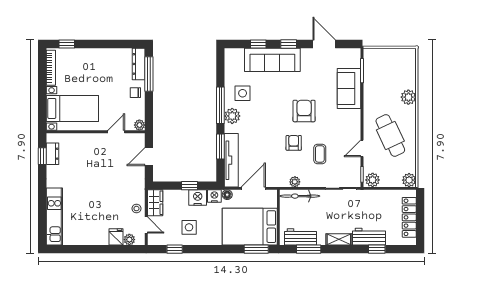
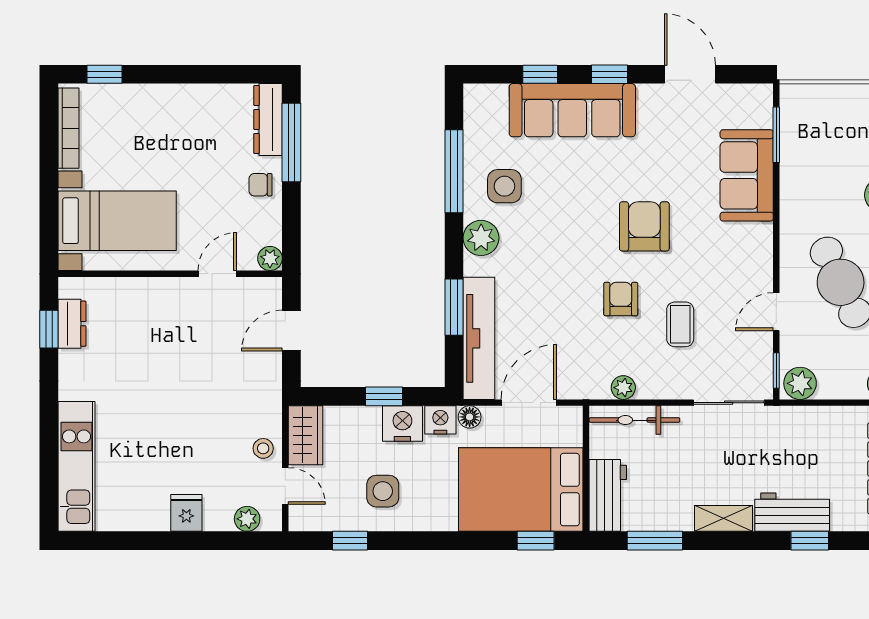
window: (220, 105) -> (454, 171), moved
fridge: (116, 237) -> (186, 513), moved
workbench: (301, 237) -> (608, 495), moved, turned 90
window: (256, 249) -> (536, 541), width x0.67

